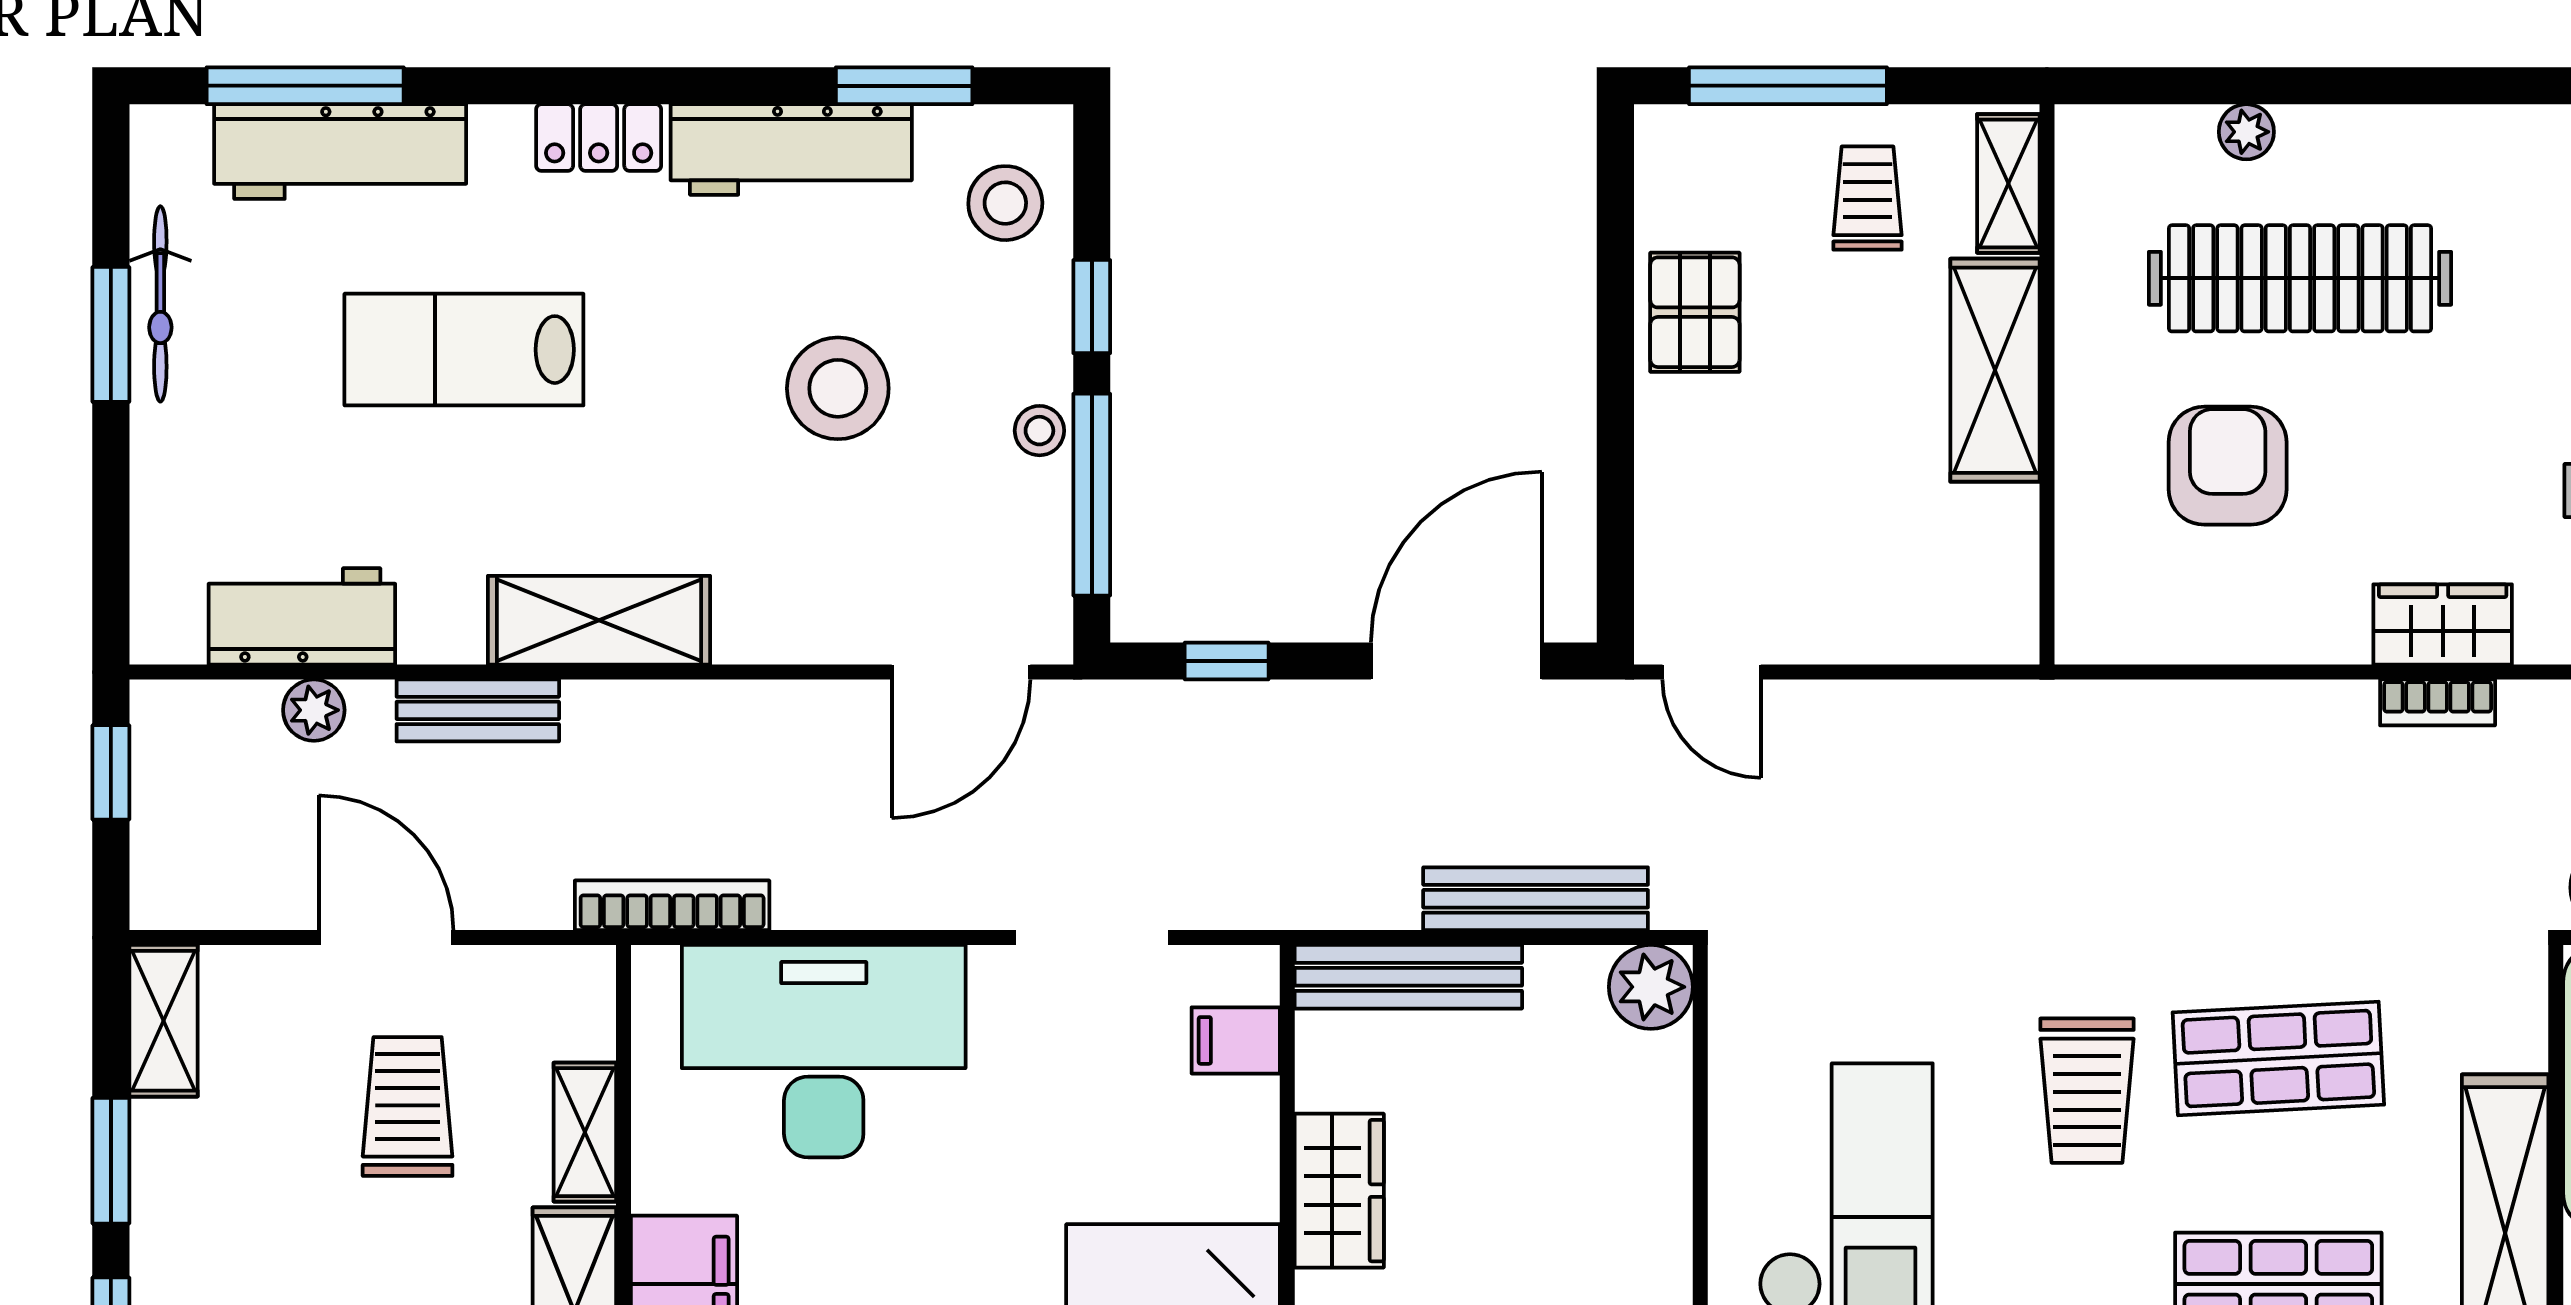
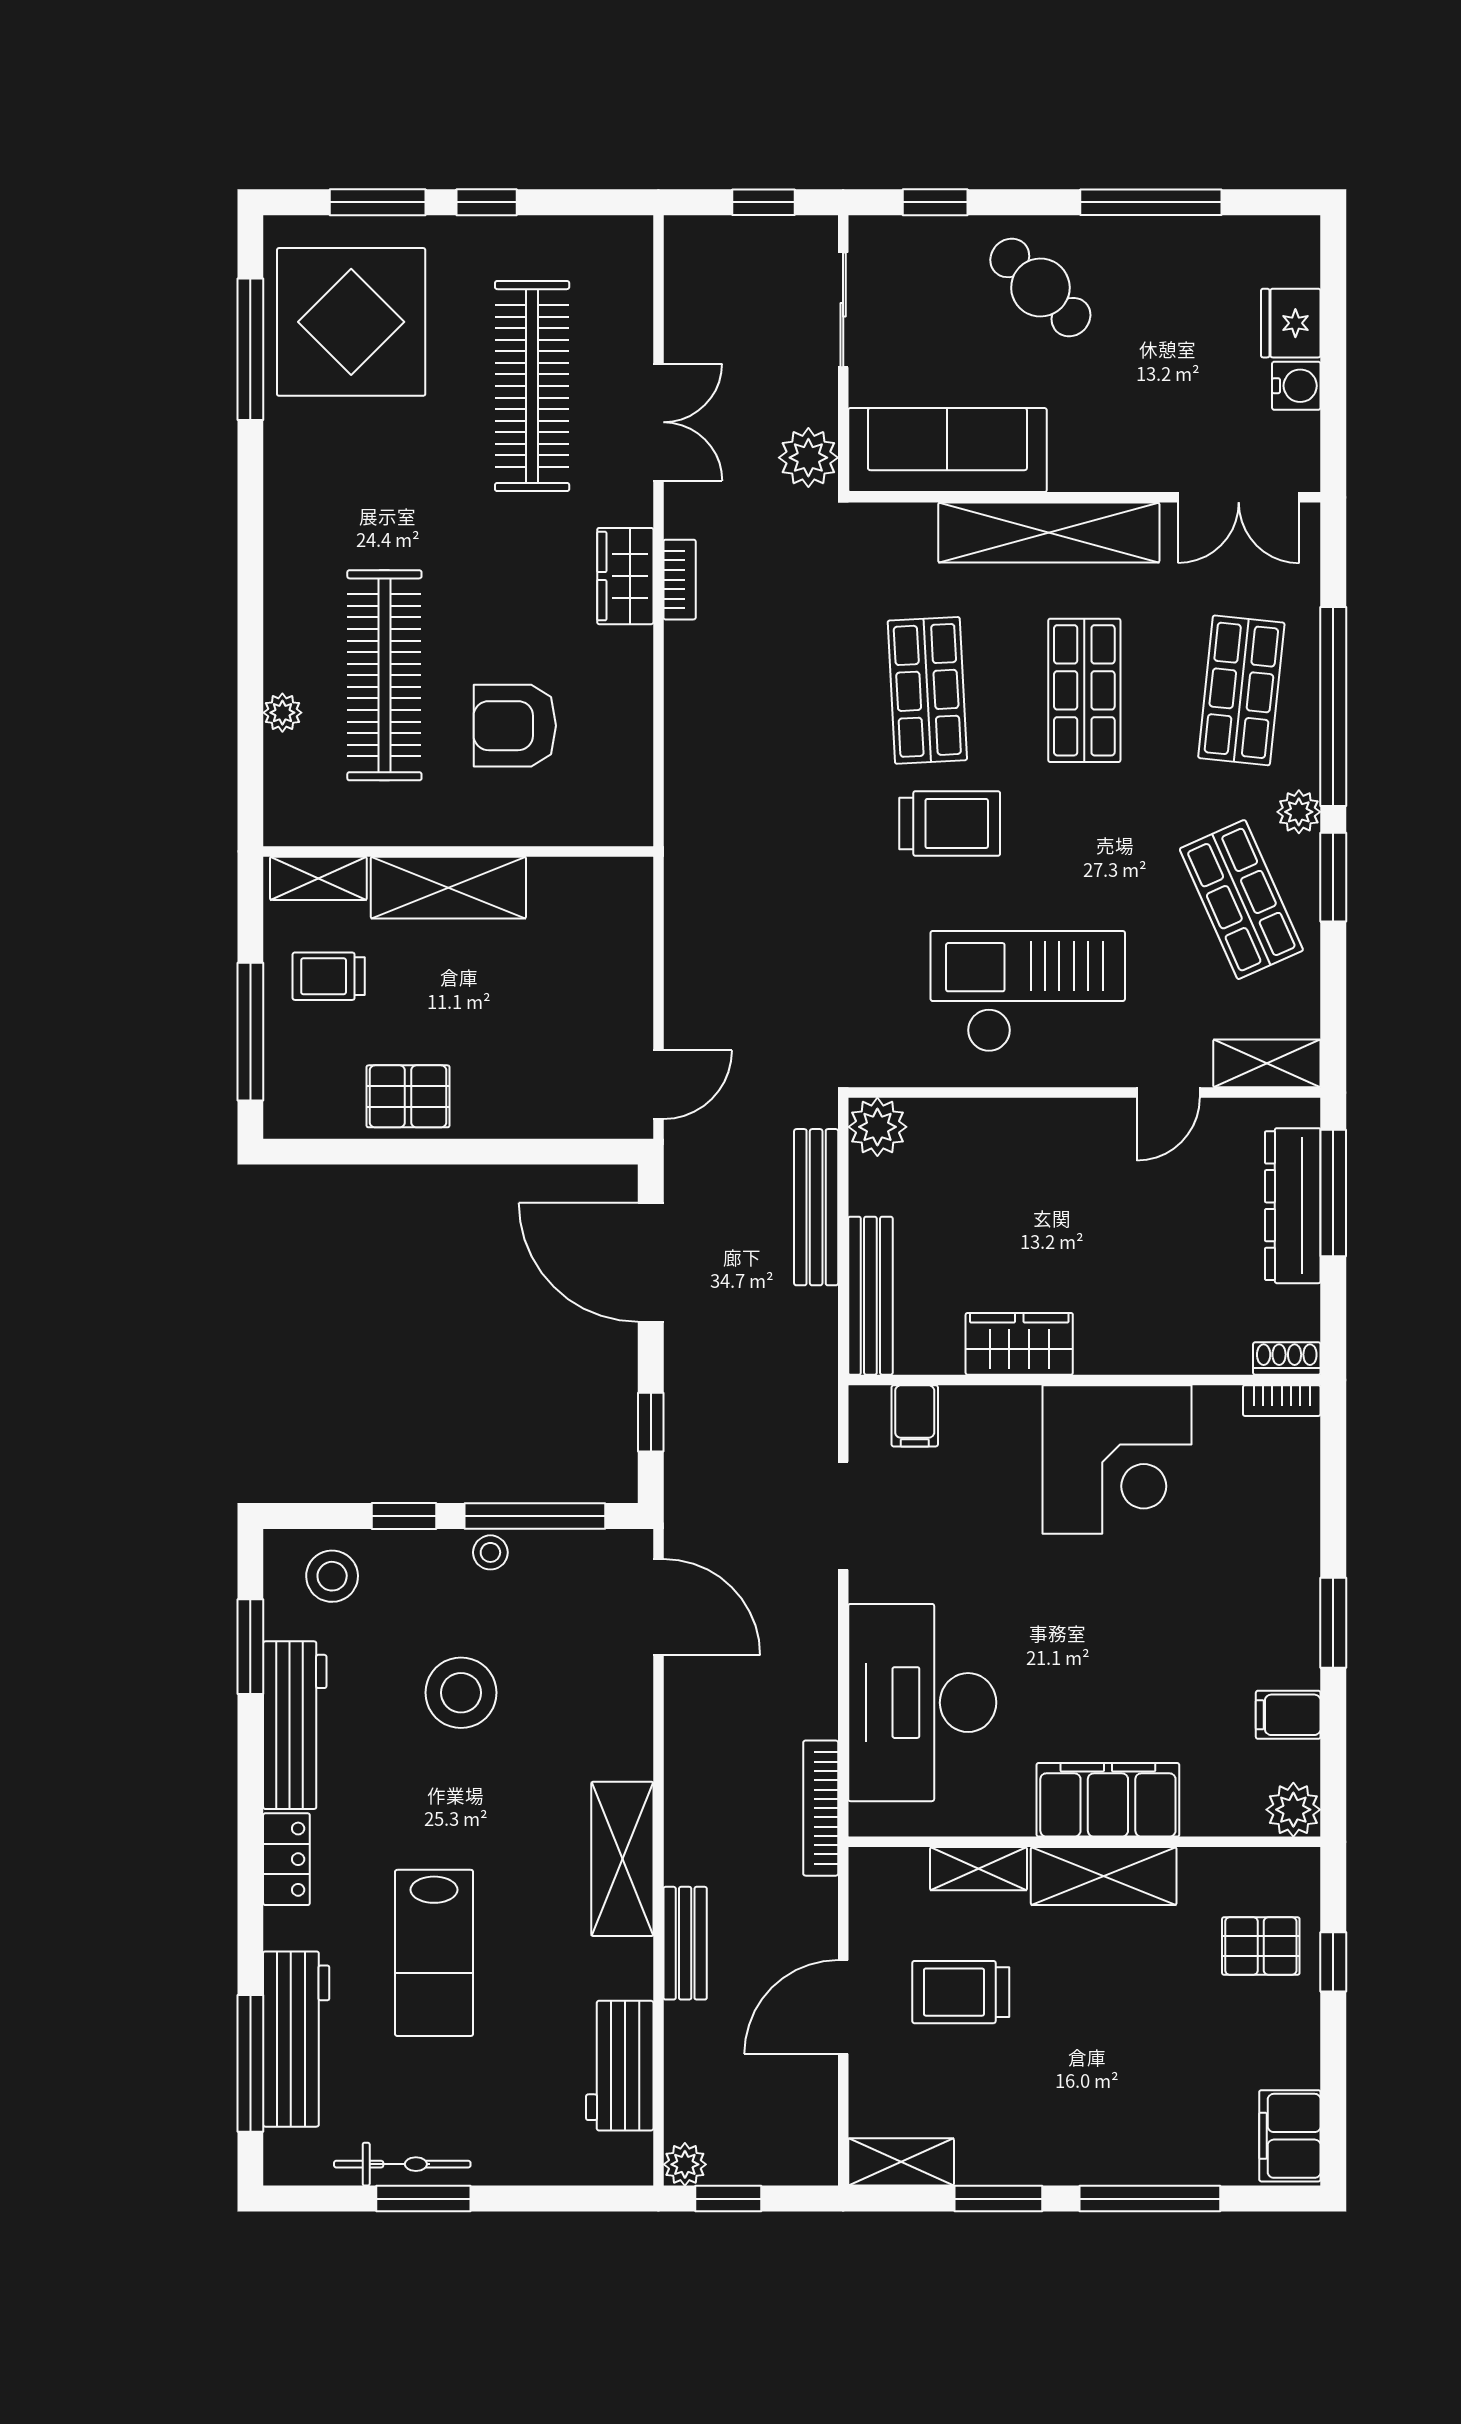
plant: (314, 710) -> (685, 2164), moved

